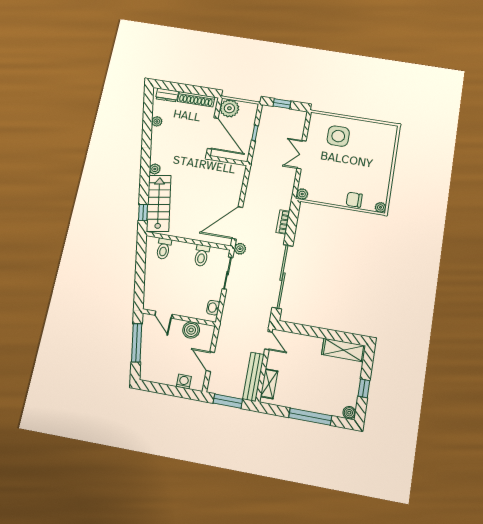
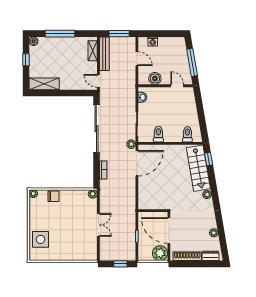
side table: (338, 136) -> (41, 239), moved

